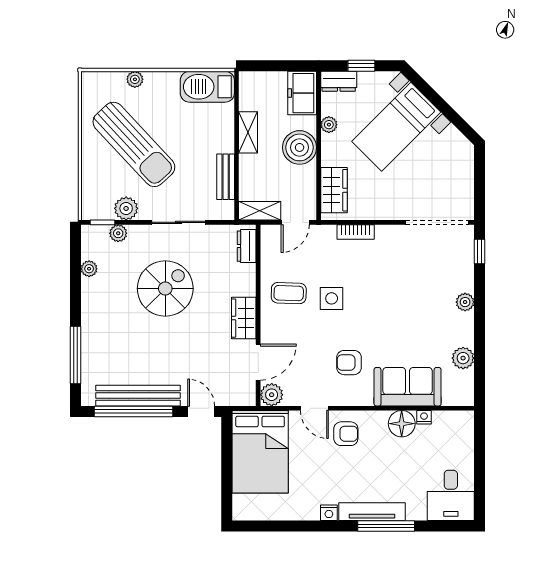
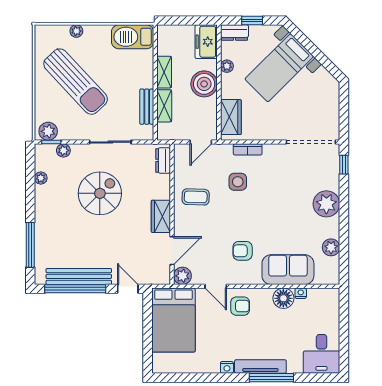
plant: (126, 208) -> (48, 131), moved
shelving: (260, 211) -> (164, 106), moved, turned 90
side table: (332, 298) -> (238, 182), moved
plant: (465, 302) -> (326, 204), width x1.88, depth x1.88

